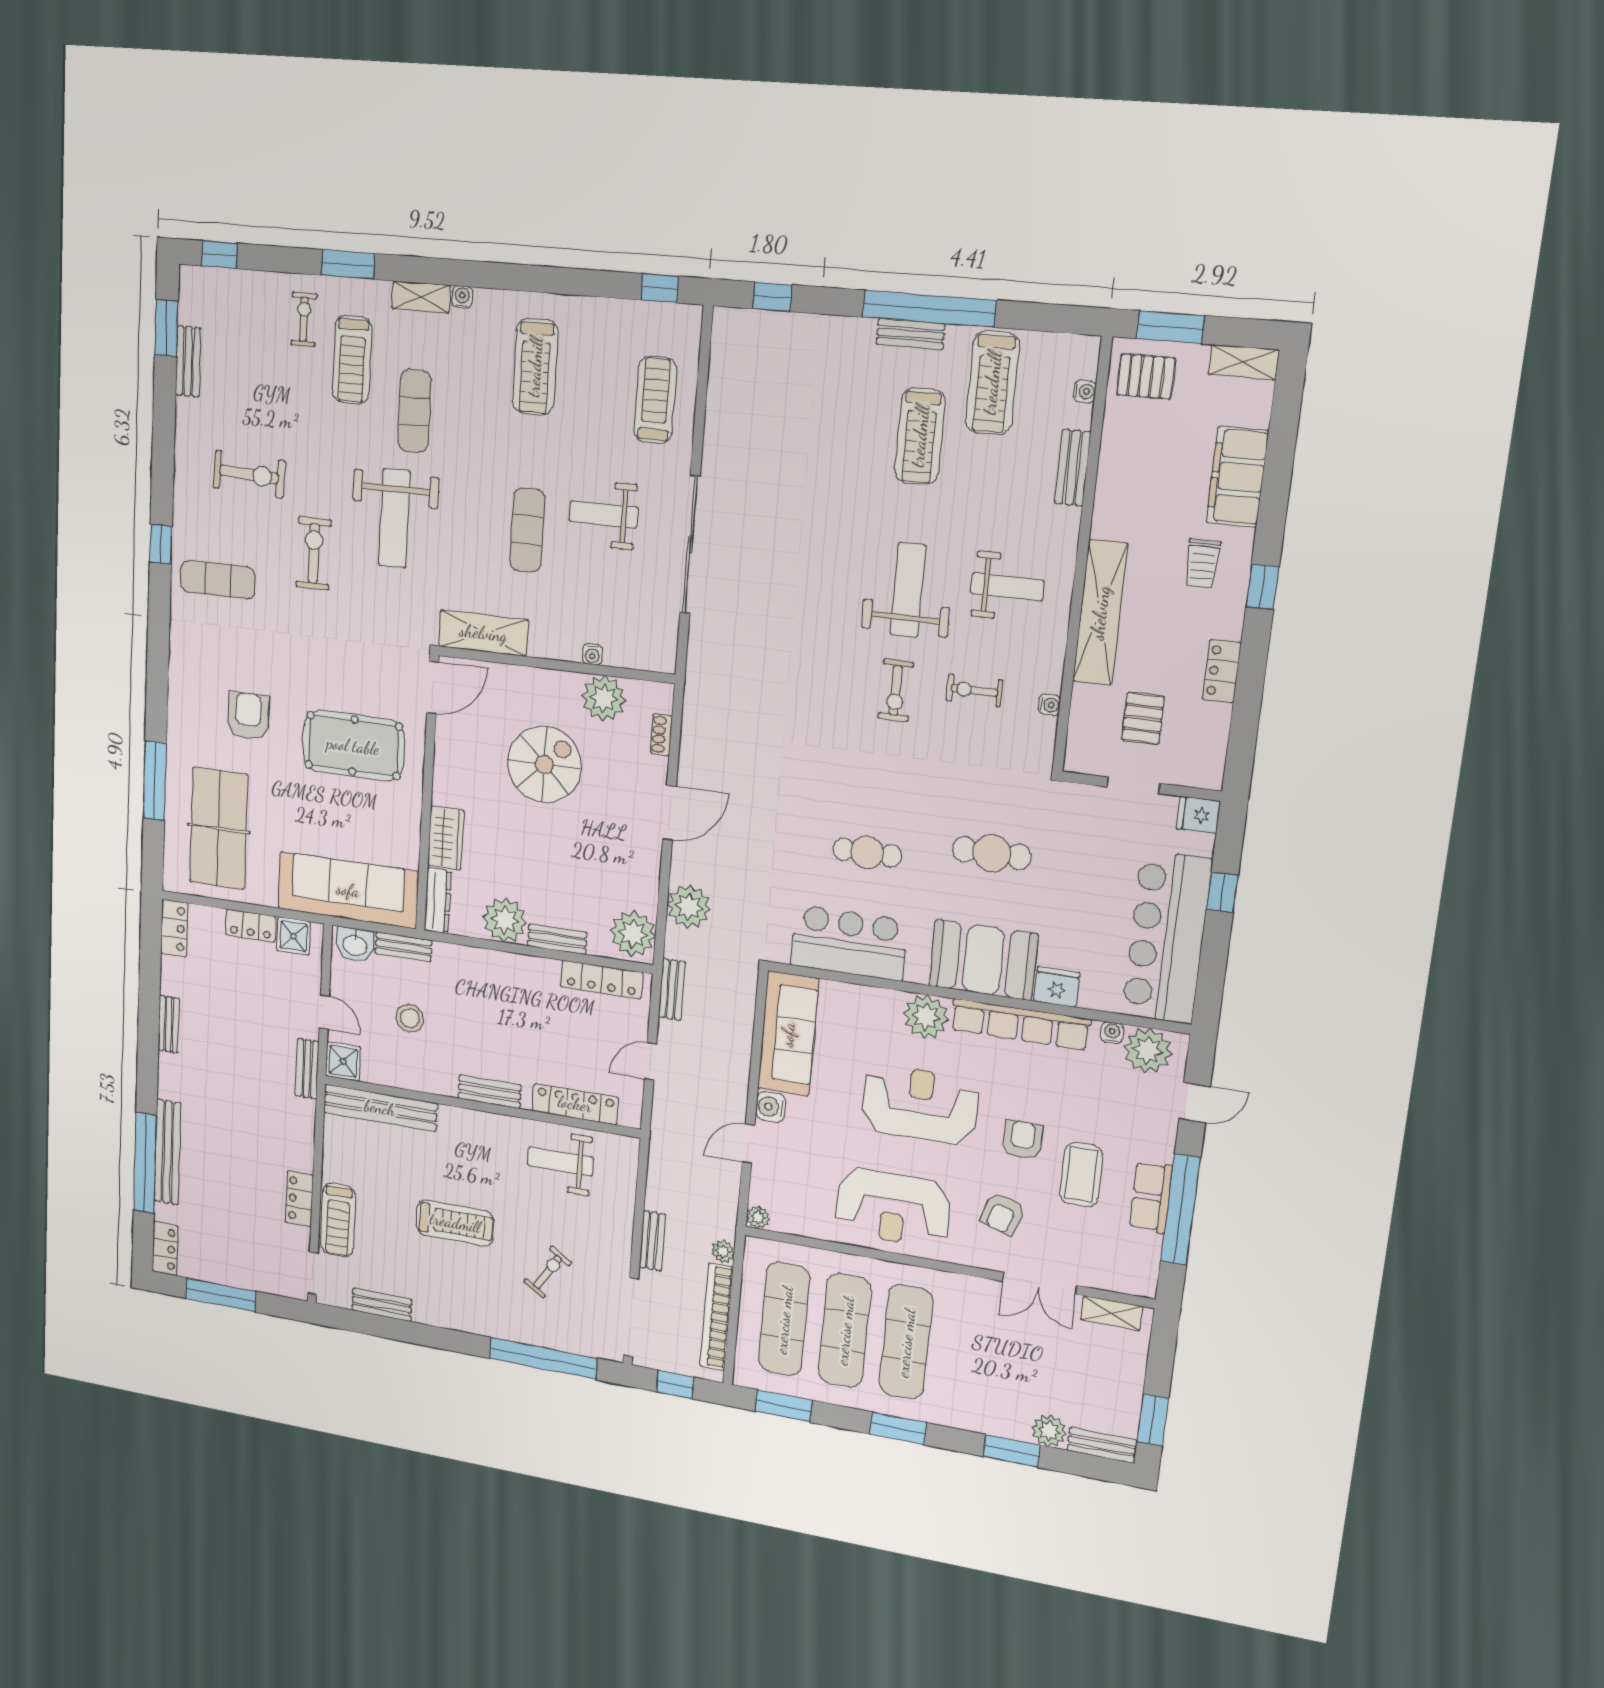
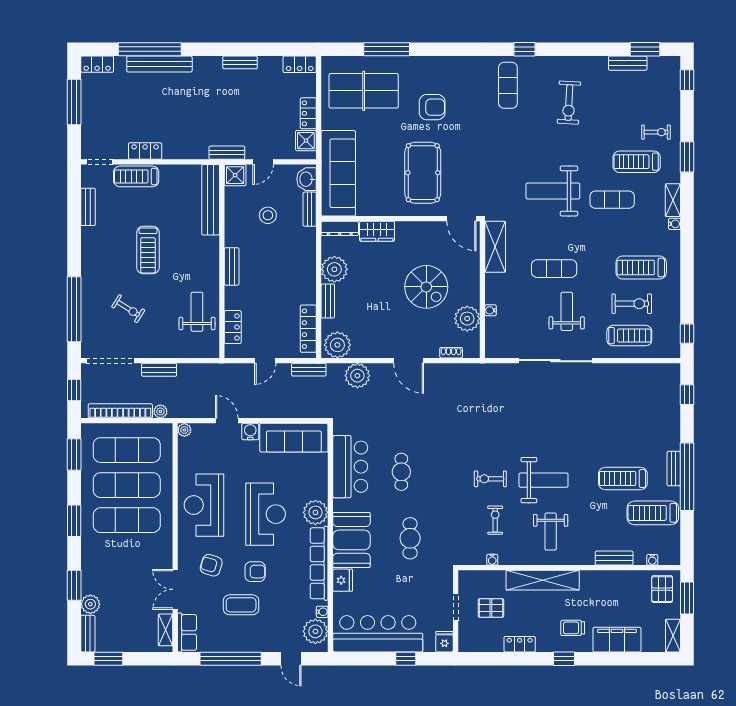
exercise bike: (314, 553) -> (632, 304), moved
door: (651, 1061) -> (265, 361), swing flipped
locker: (575, 1104) -> (233, 327), width x0.66
row of seats: (1151, 1197) -> (187, 632), moved, turned 90

